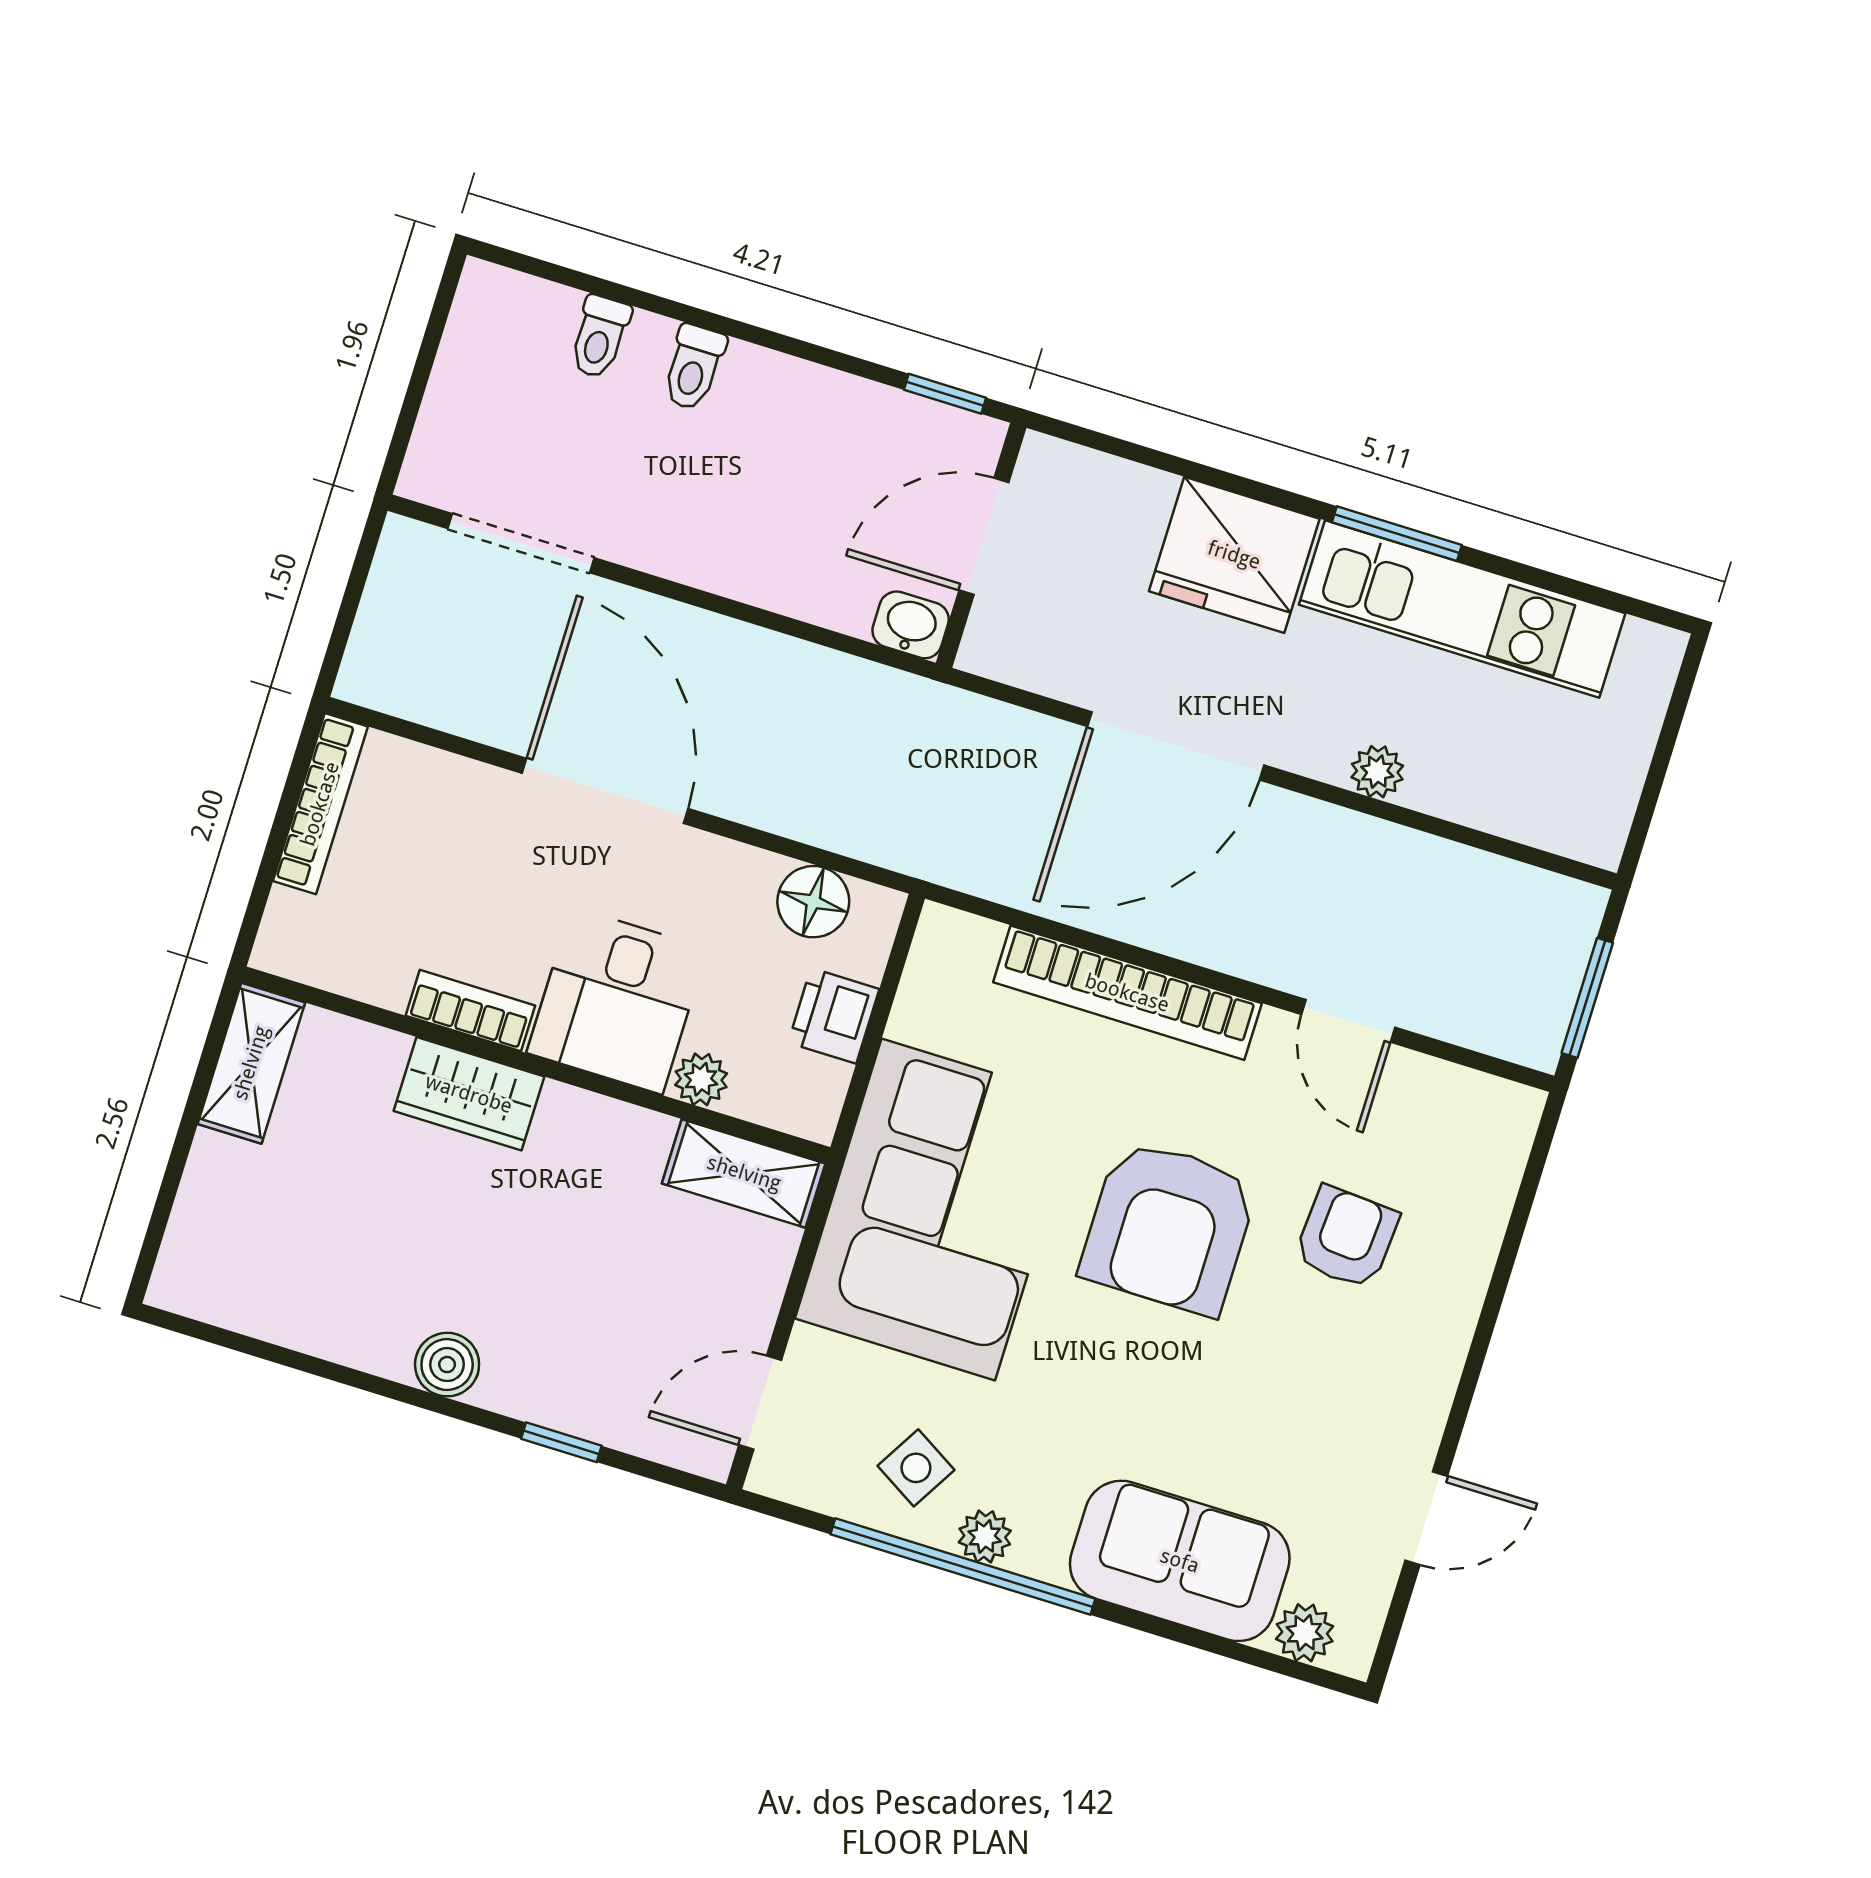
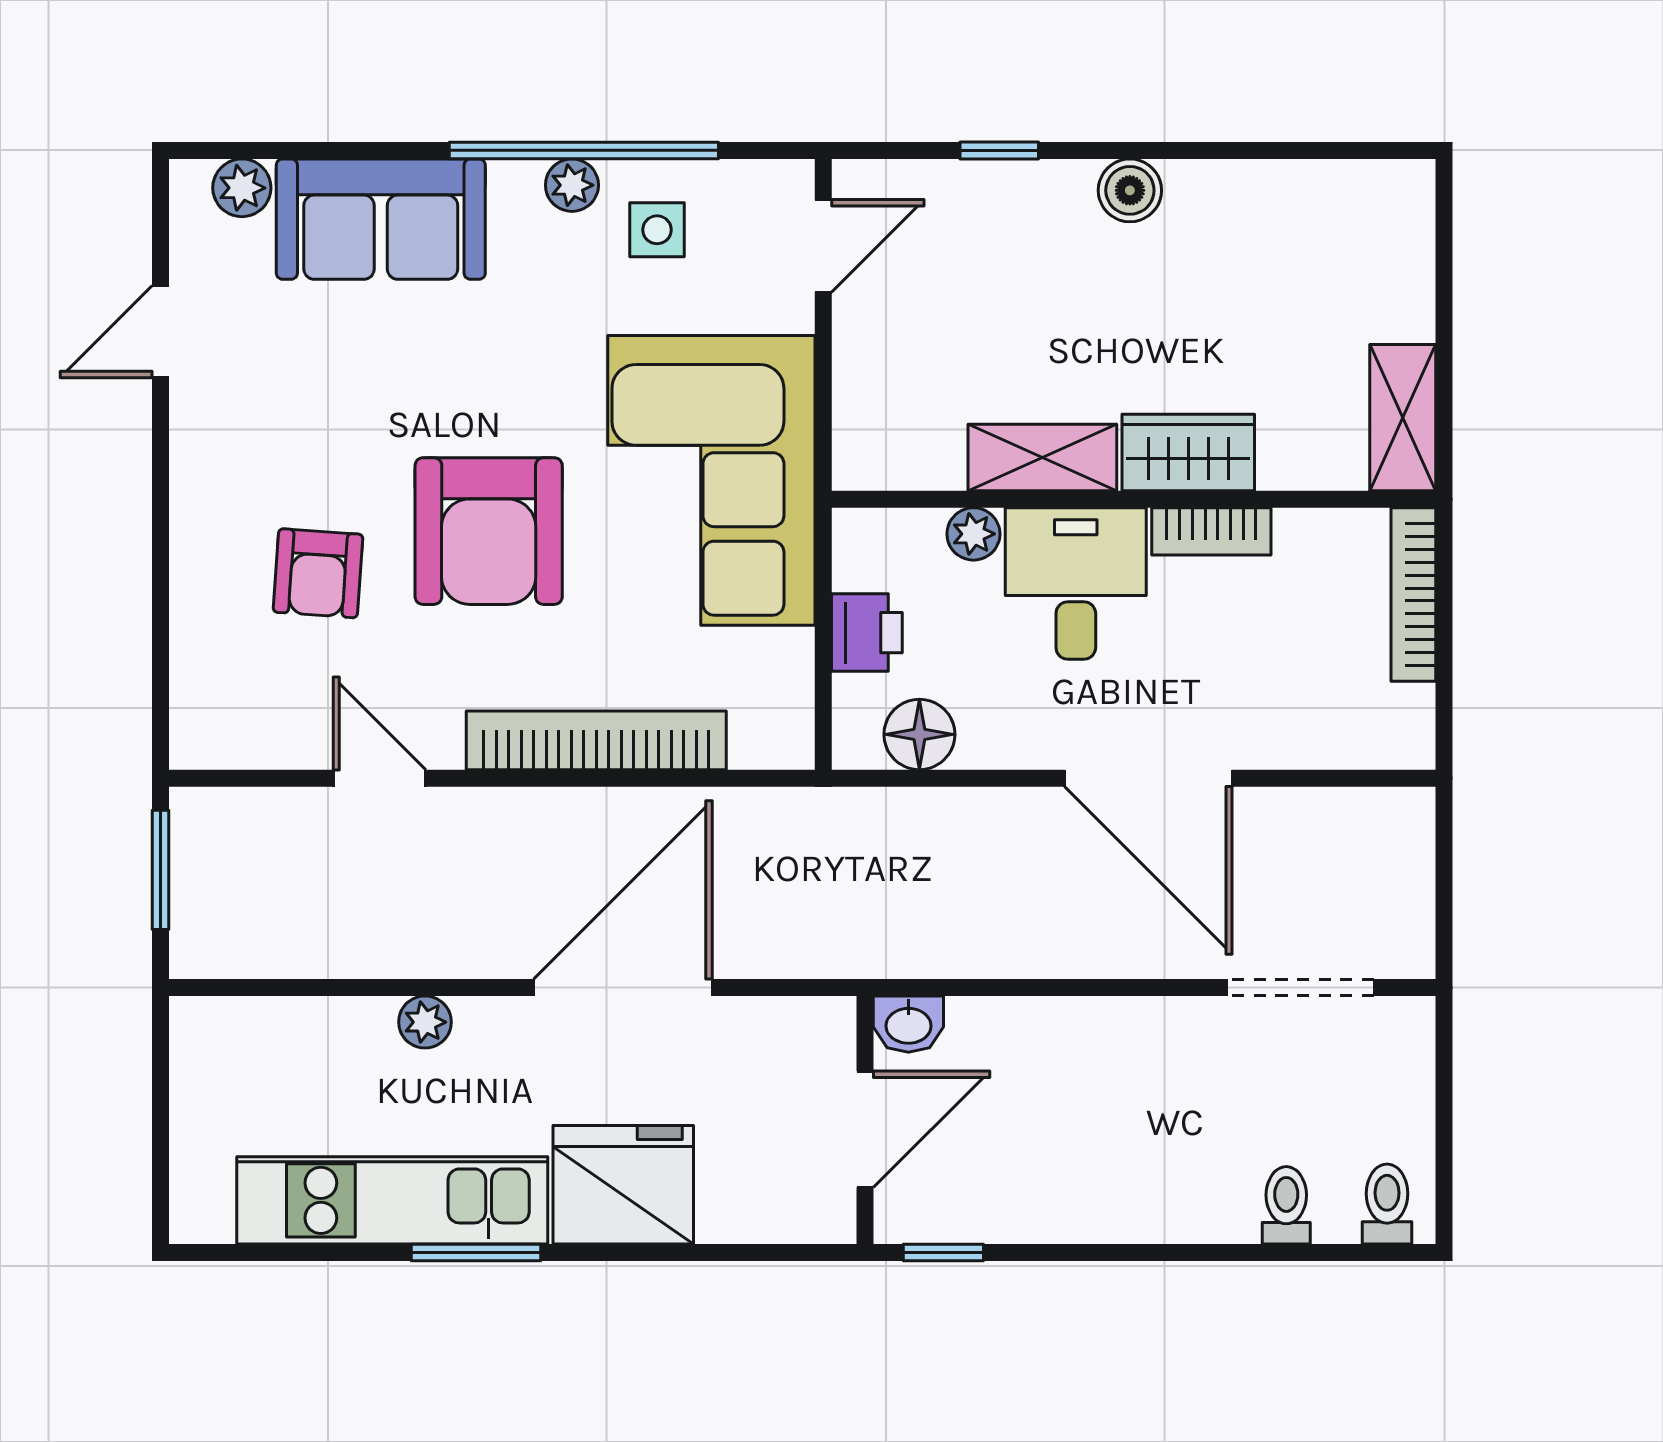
toilet: (694, 367) -> (1387, 1204), moved
bookcase: (320, 804) -> (1413, 595), moved
shelving: (744, 1173) -> (1042, 457), moved
armchair: (1169, 1227) -> (489, 531), turned 180
side table: (916, 1468) -> (657, 230), turned -31

